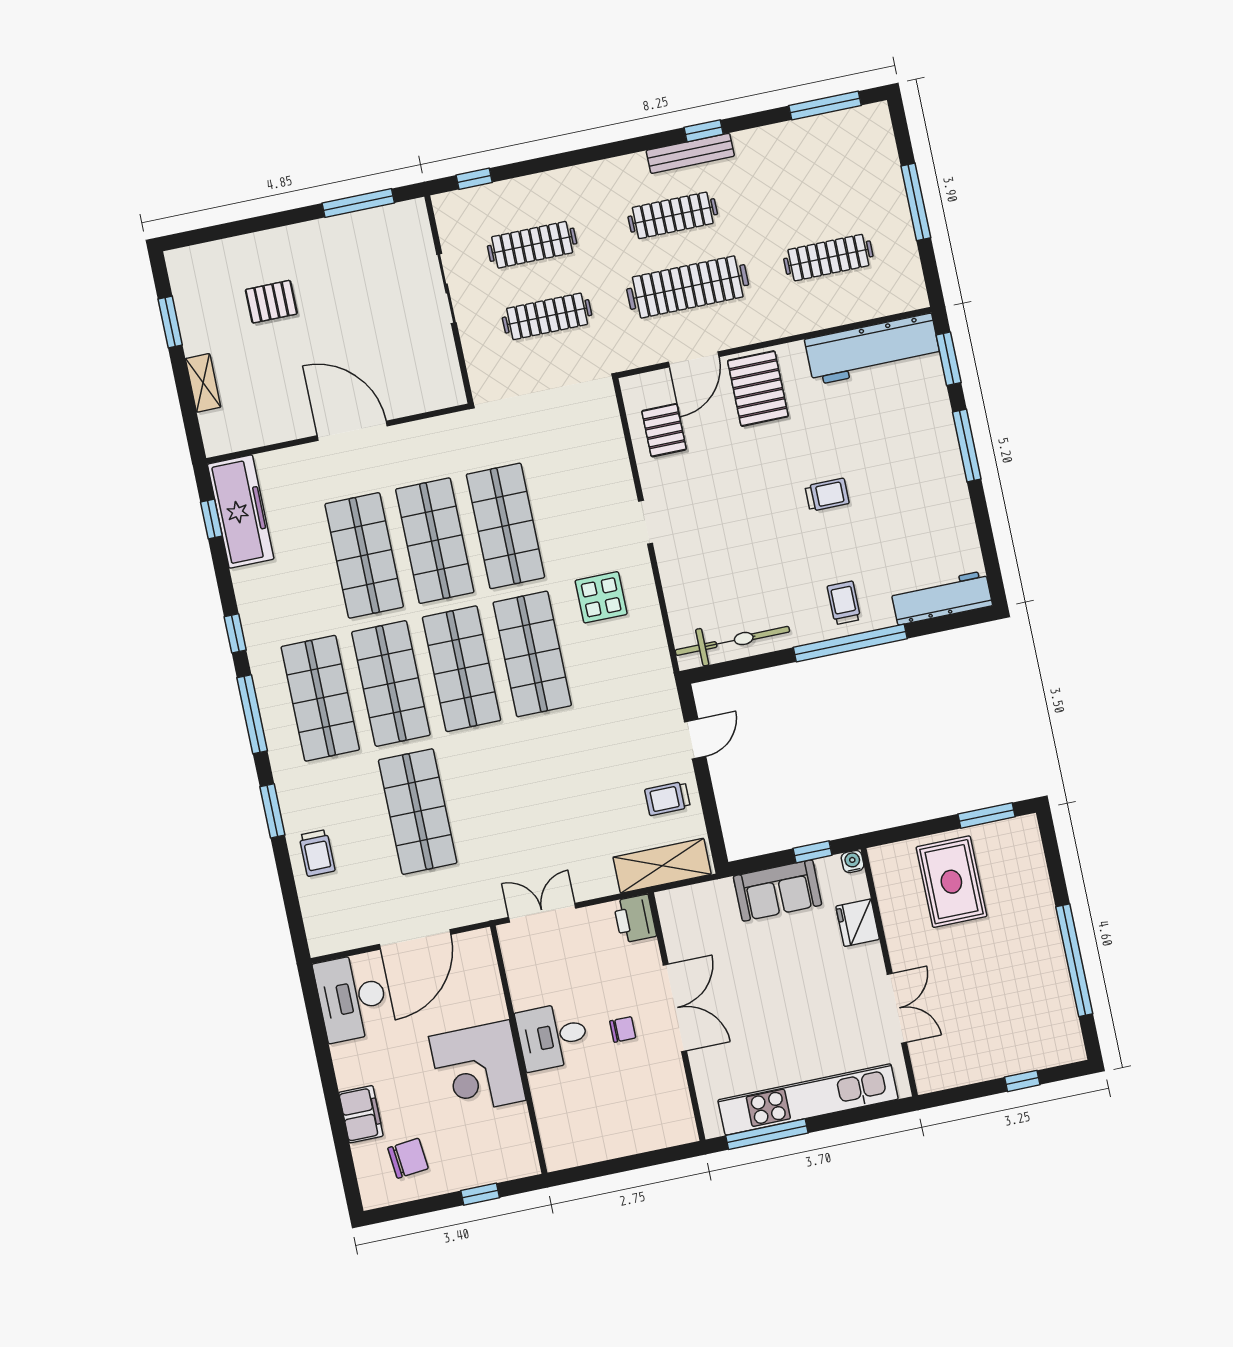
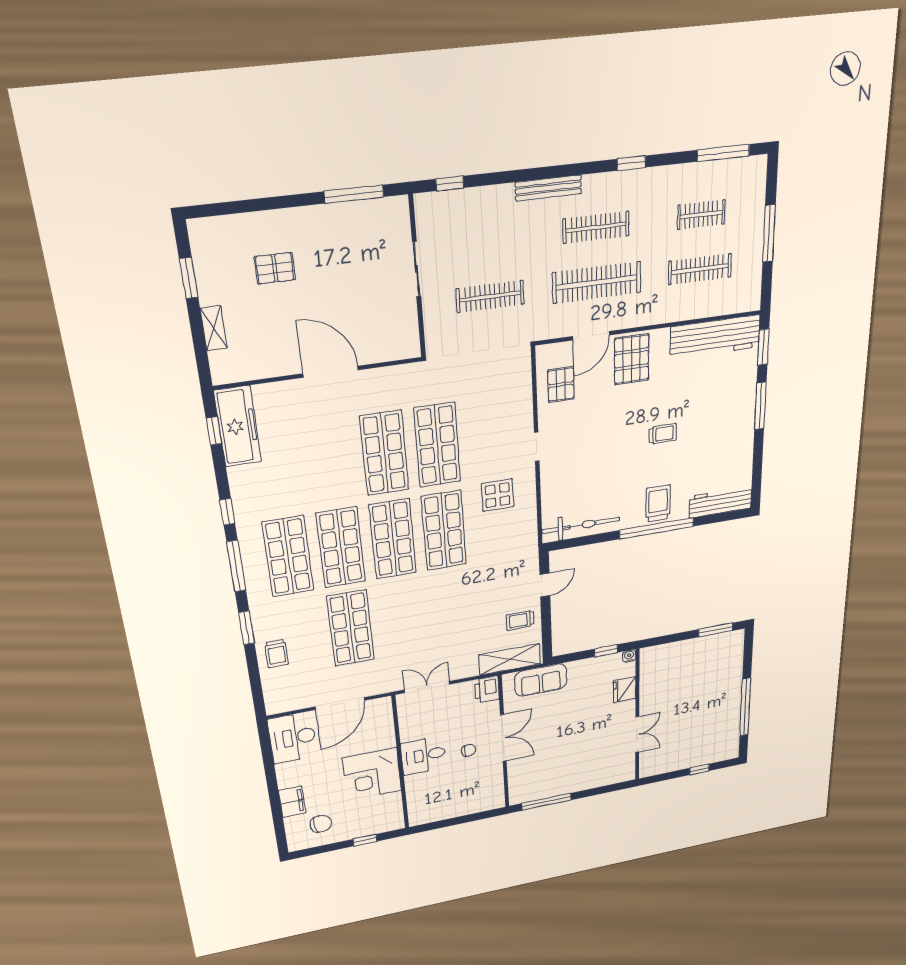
bench: (690, 153) -> (548, 188), moved
clothes rail: (532, 245) -> (701, 215), moved, width x0.73
shop shelf: (364, 555) -> (330, 461), removed
trolley: (844, 603) -> (658, 503), width x1.36, depth x1.39
rug: (951, 882) -> (686, 667), removed
sofa: (778, 891) -> (541, 680), moved
kitchen unit: (808, 1100) -> (574, 783), removed

